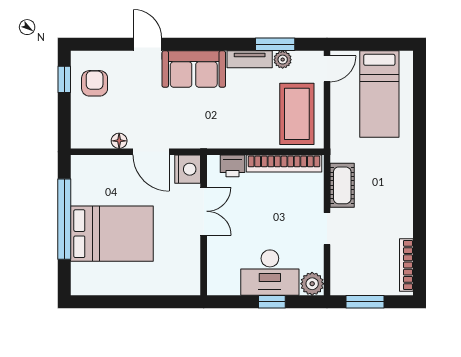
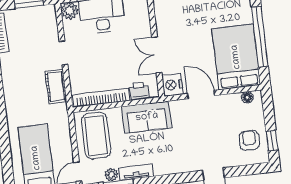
sofa: (194, 69) -> (147, 117), moved, turned 180
armchair: (95, 83) -> (249, 140), turned 180
floor lamp: (119, 141) -> (247, 97), moved
bed: (112, 234) -> (236, 57), moved, turned 90

